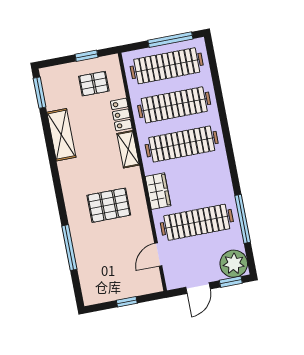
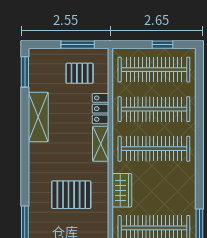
window: (170, 40) -> (162, 45), width x0.46
window: (87, 56) -> (78, 45), width x1.50

